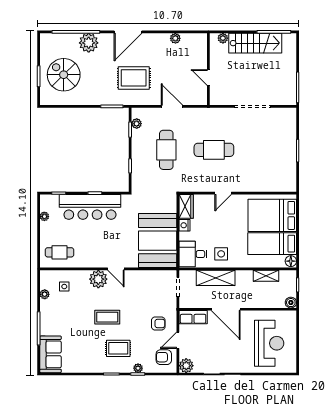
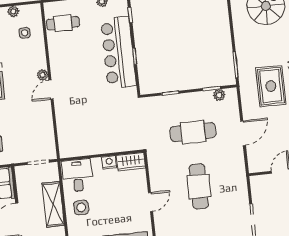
door: (223, 193) -> (151, 202), swing flipped
booth: (158, 241) -> (88, 133), removed
cafe table: (60, 252) -> (63, 23), turned 90
plant: (98, 279) -> (43, 75), width x0.53, depth x0.53

